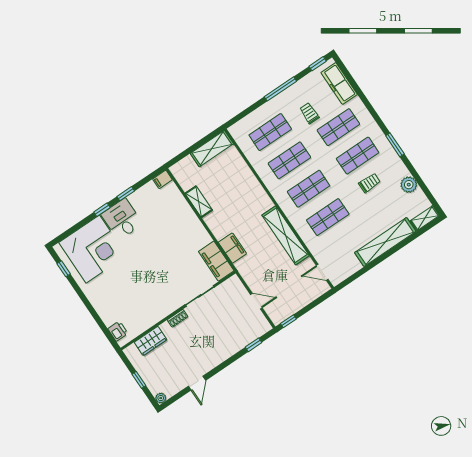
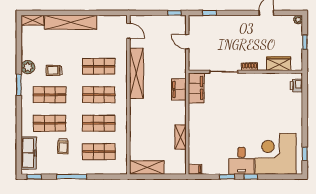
plant: (409, 185) -> (28, 67), moved

